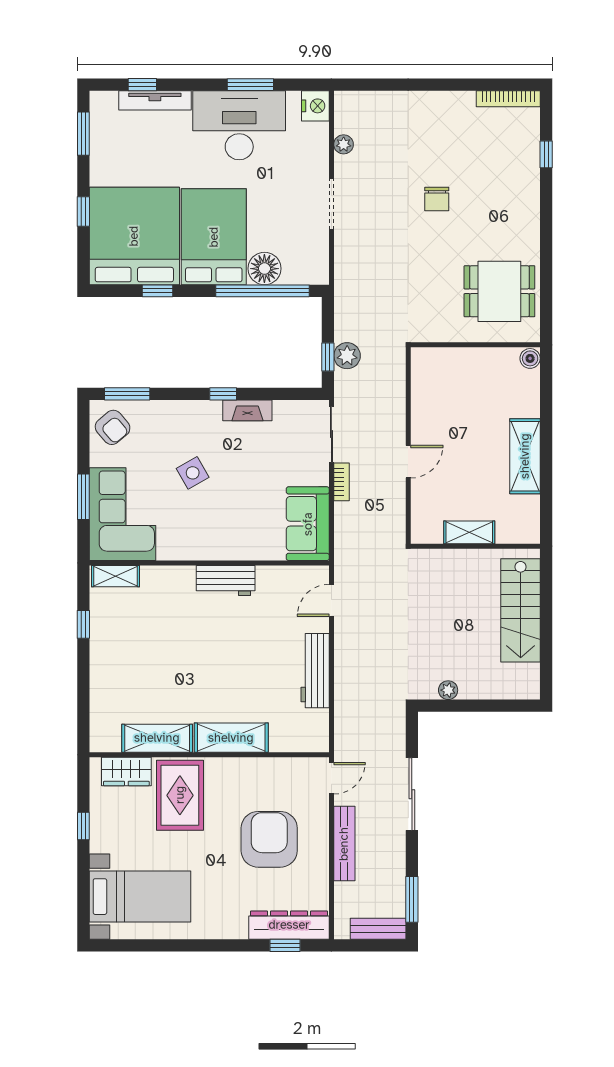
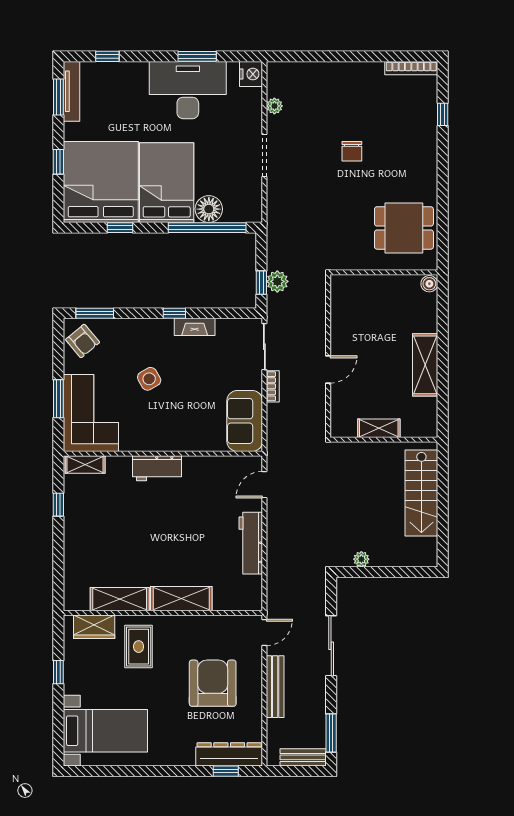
tv unit: (155, 100) -> (71, 91), moved, turned -90
workbench: (226, 581) -> (157, 468), moved
rug: (180, 795) -> (139, 647), width x0.73, depth x0.70

